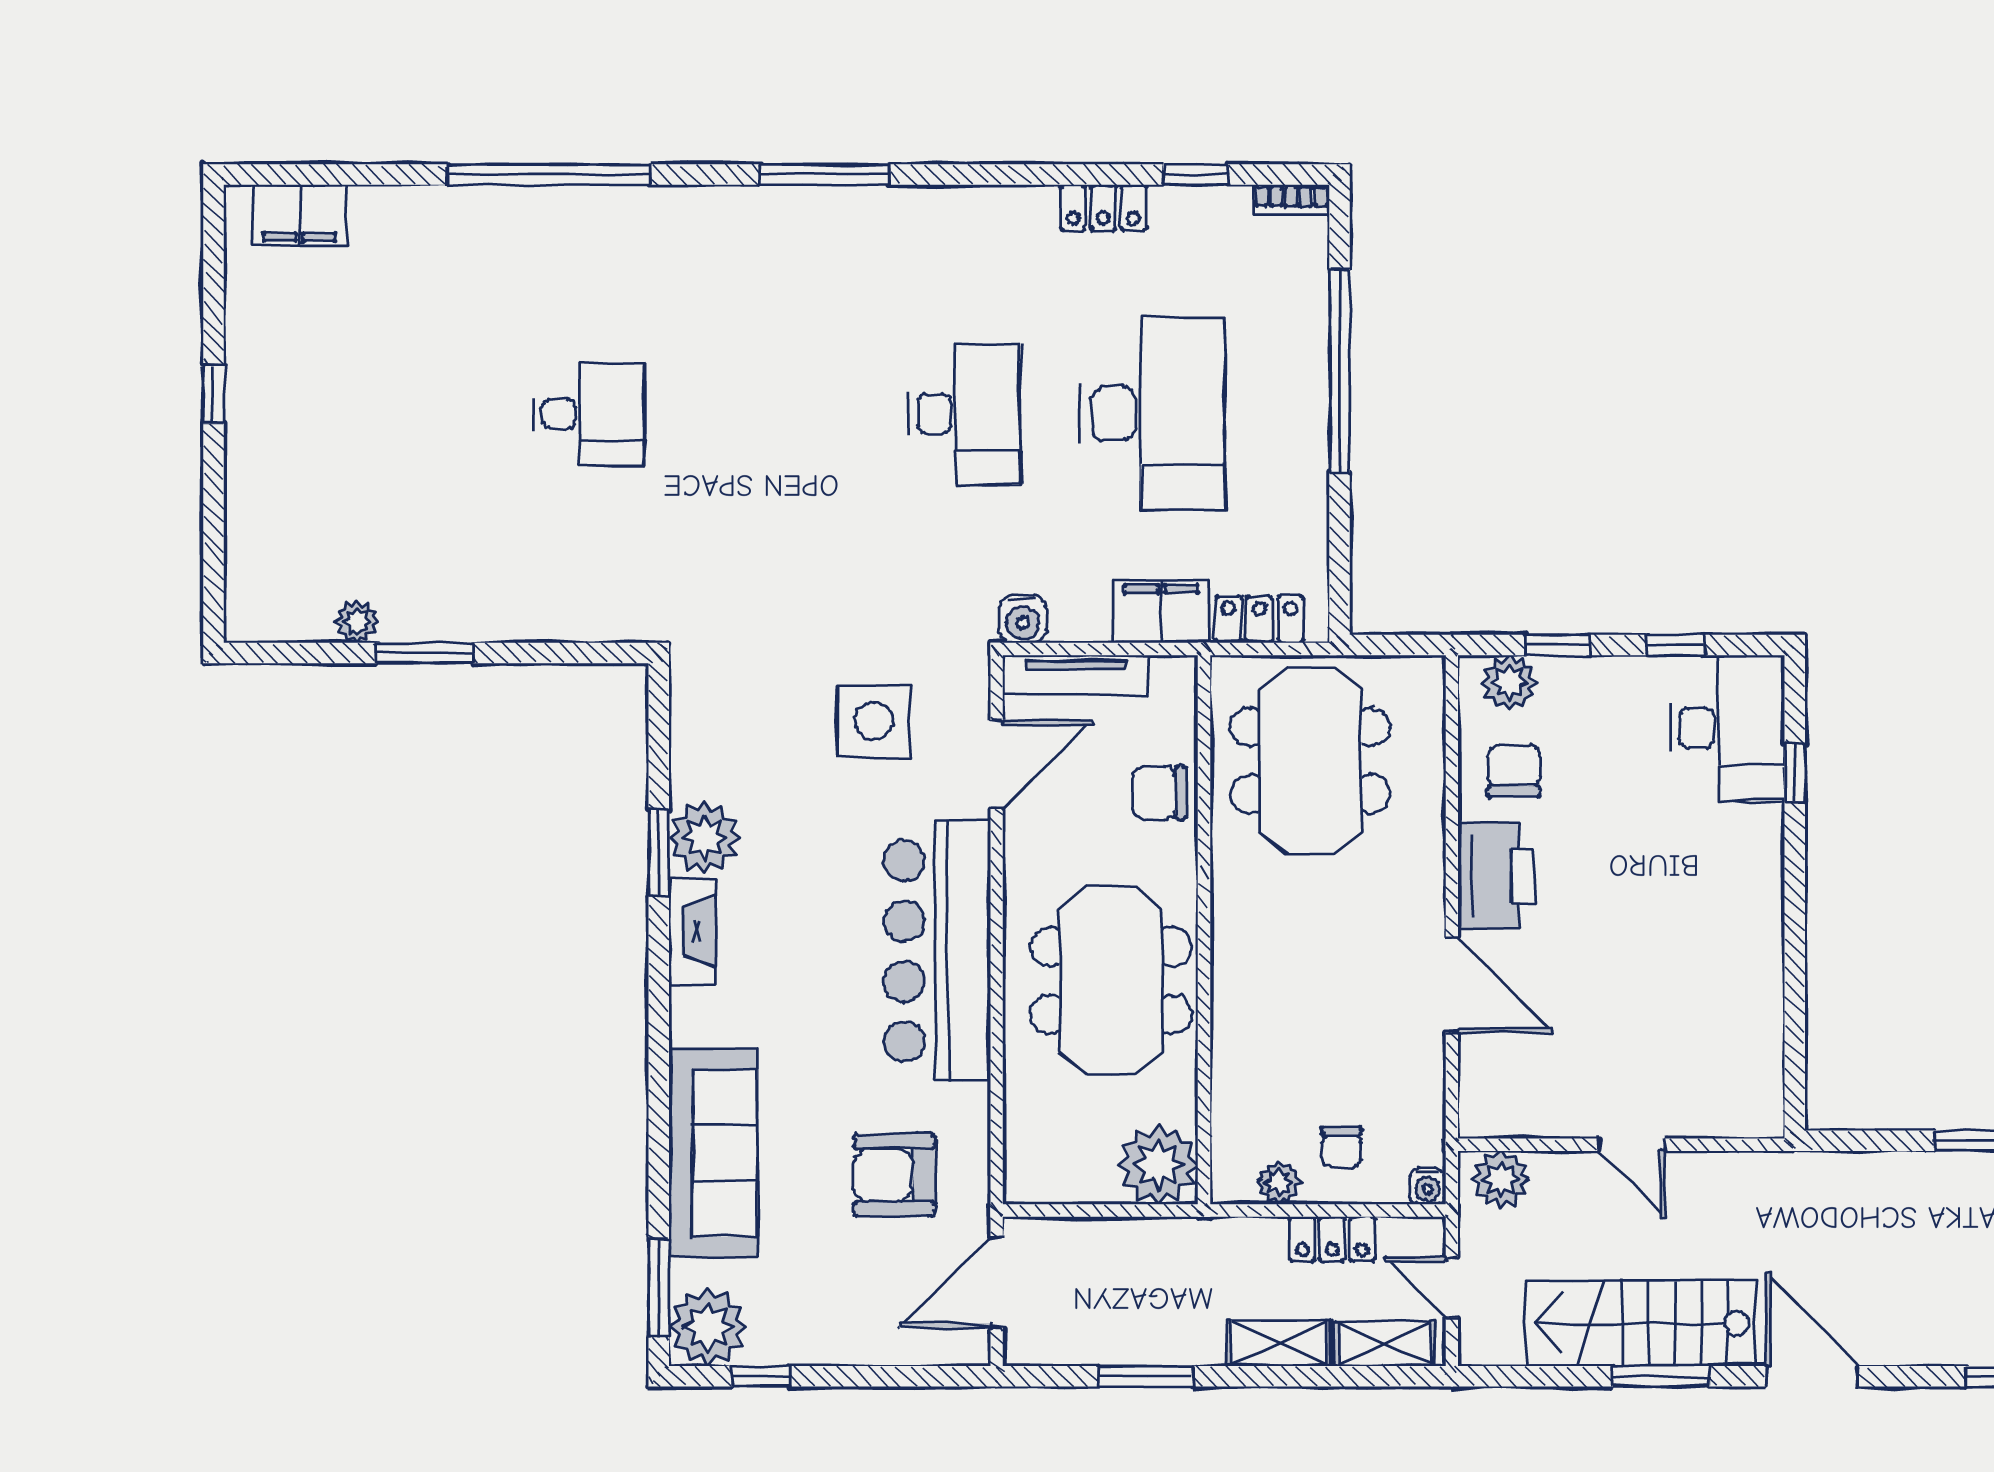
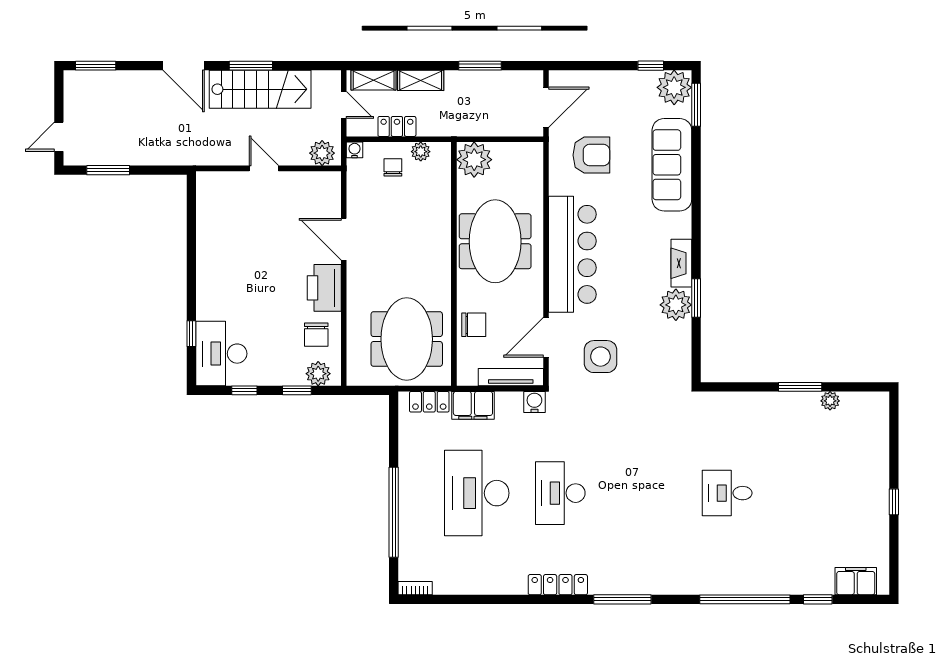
window: (1195, 174) -> (818, 599), moved
locker: (1103, 208) -> (558, 585), moved, width x1.53

